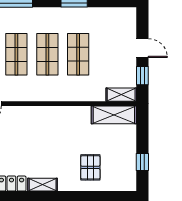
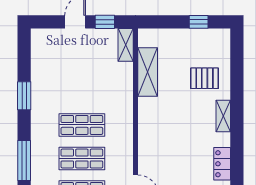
shop shelf: (78, 54) -> (82, 91), removed
shelving: (114, 115) -> (148, 72), moved
shelving: (43, 185) -> (223, 116), moved

